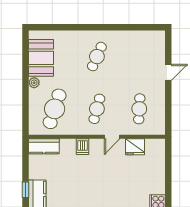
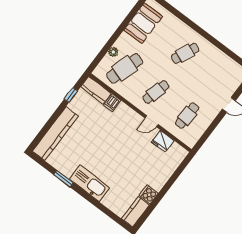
plant: (34, 83) -> (113, 52), moved
dishwasher: (83, 147) -> (112, 103), moved
window: (26, 190) -> (71, 95), moved

